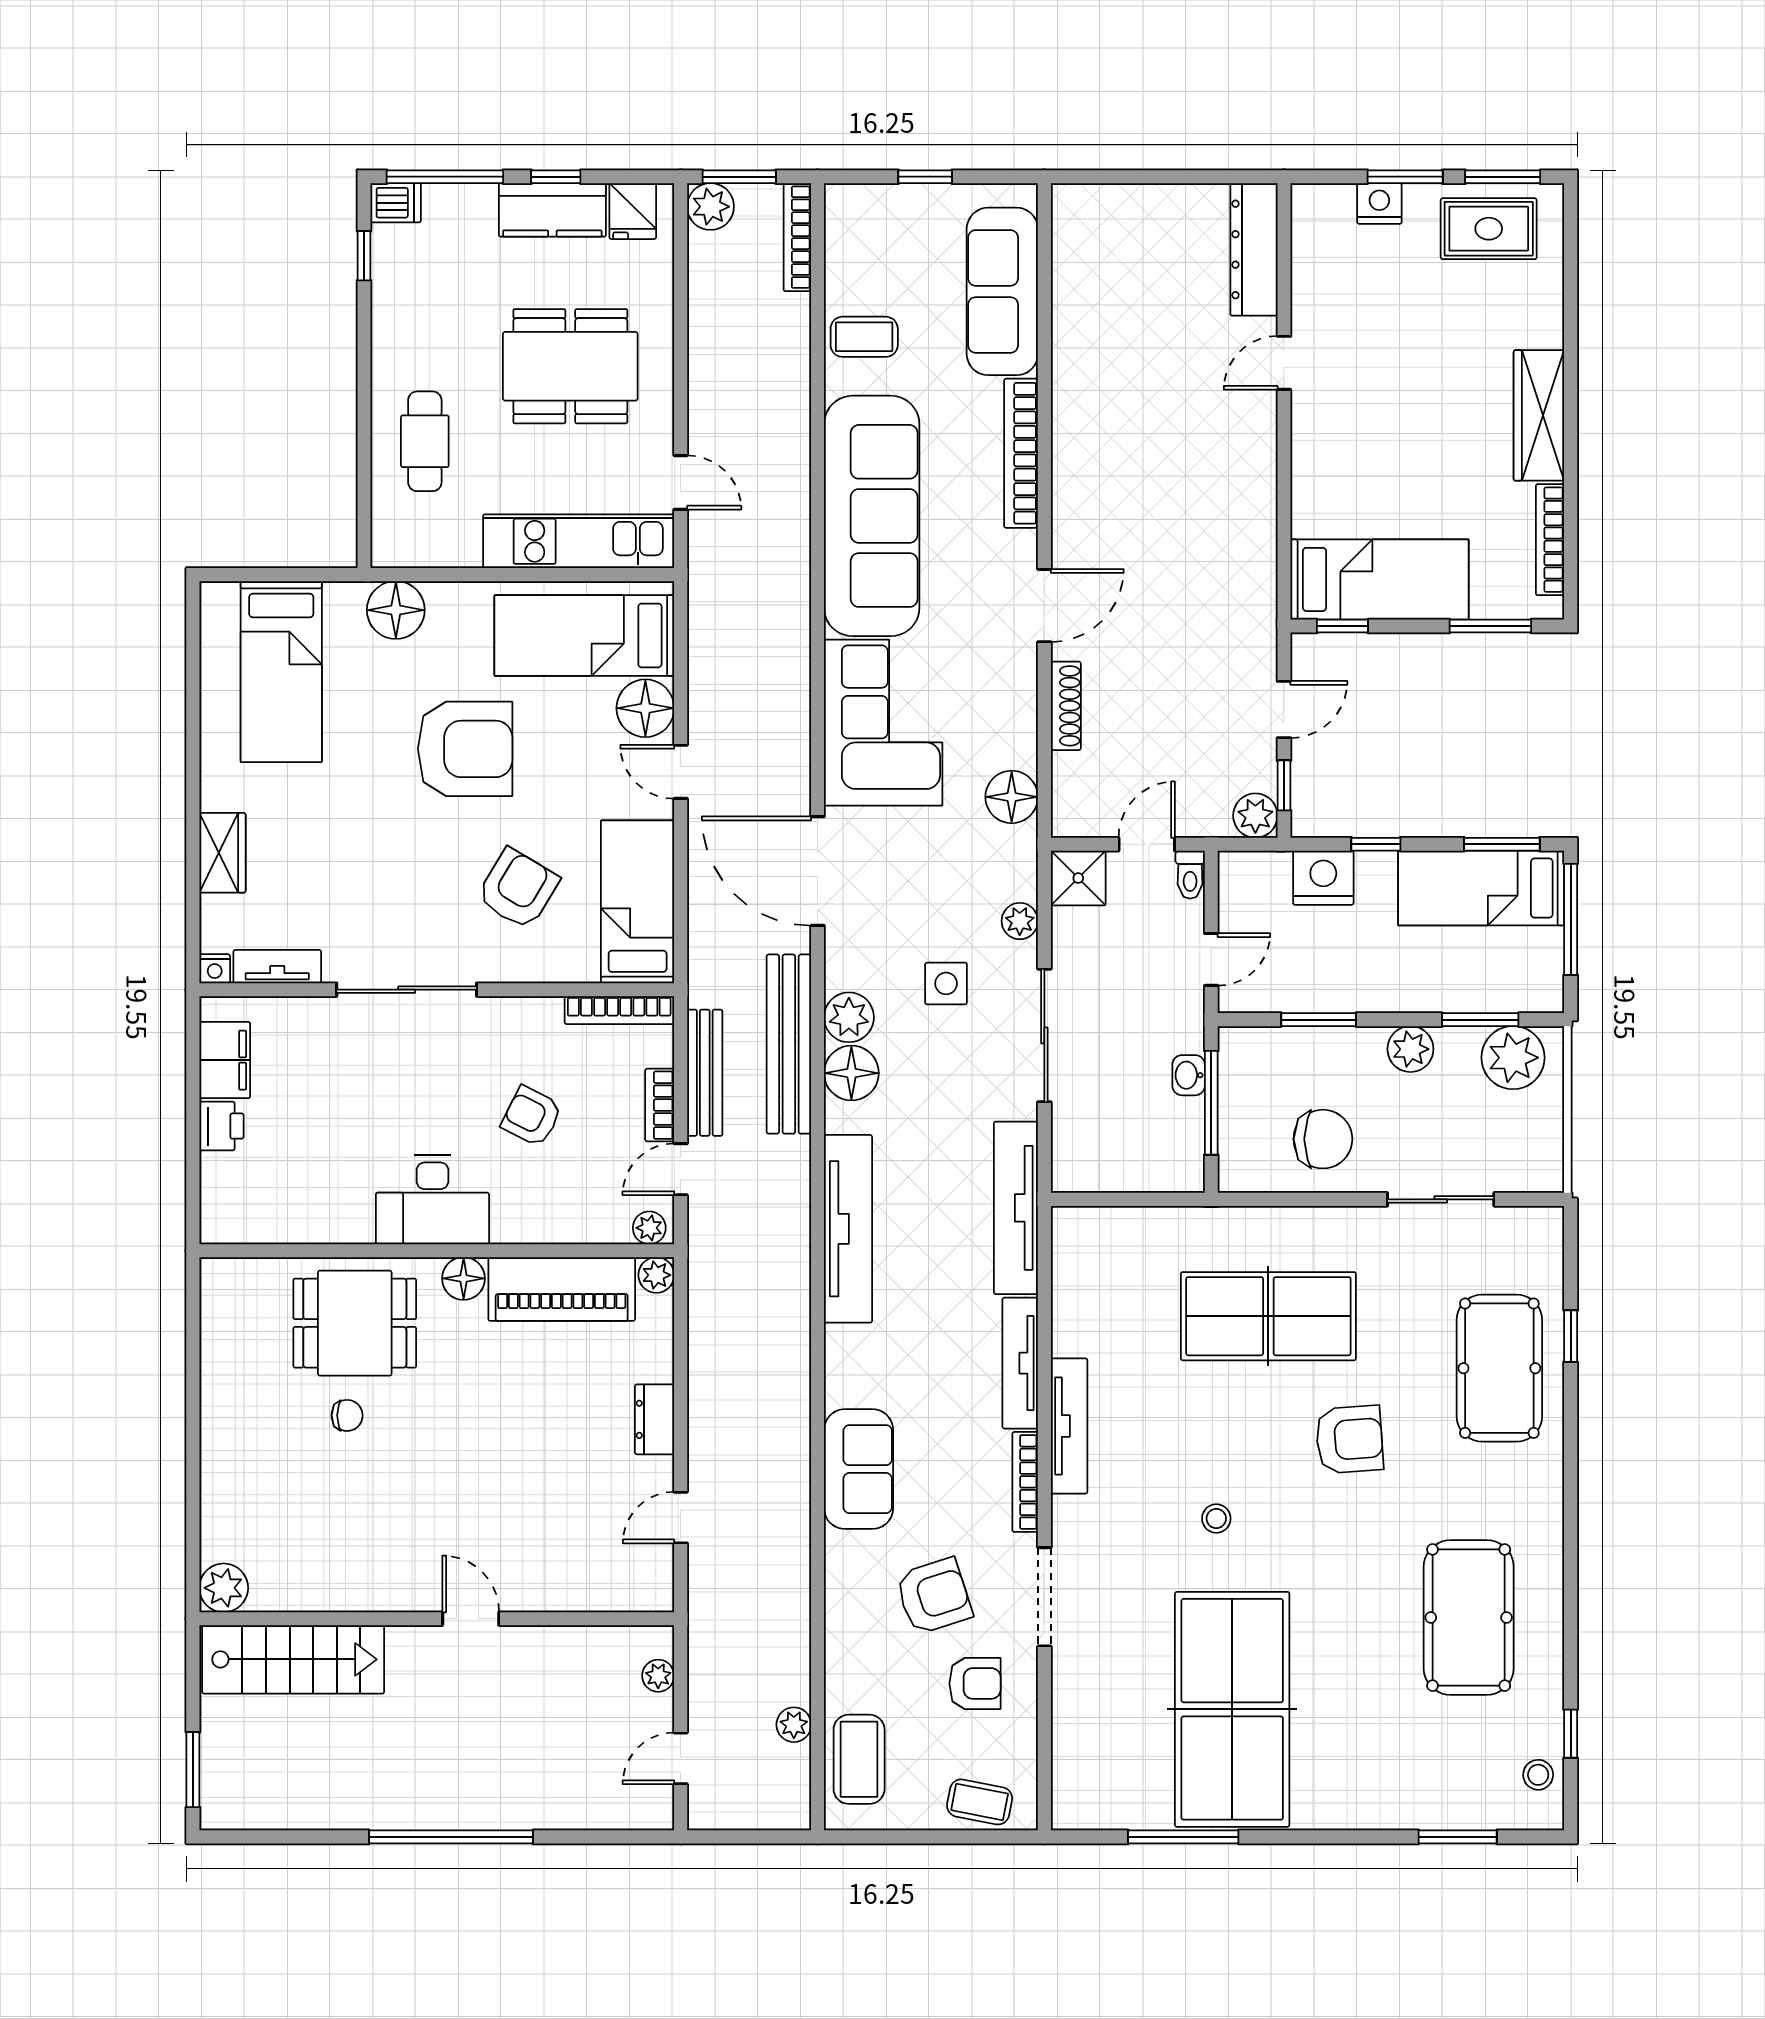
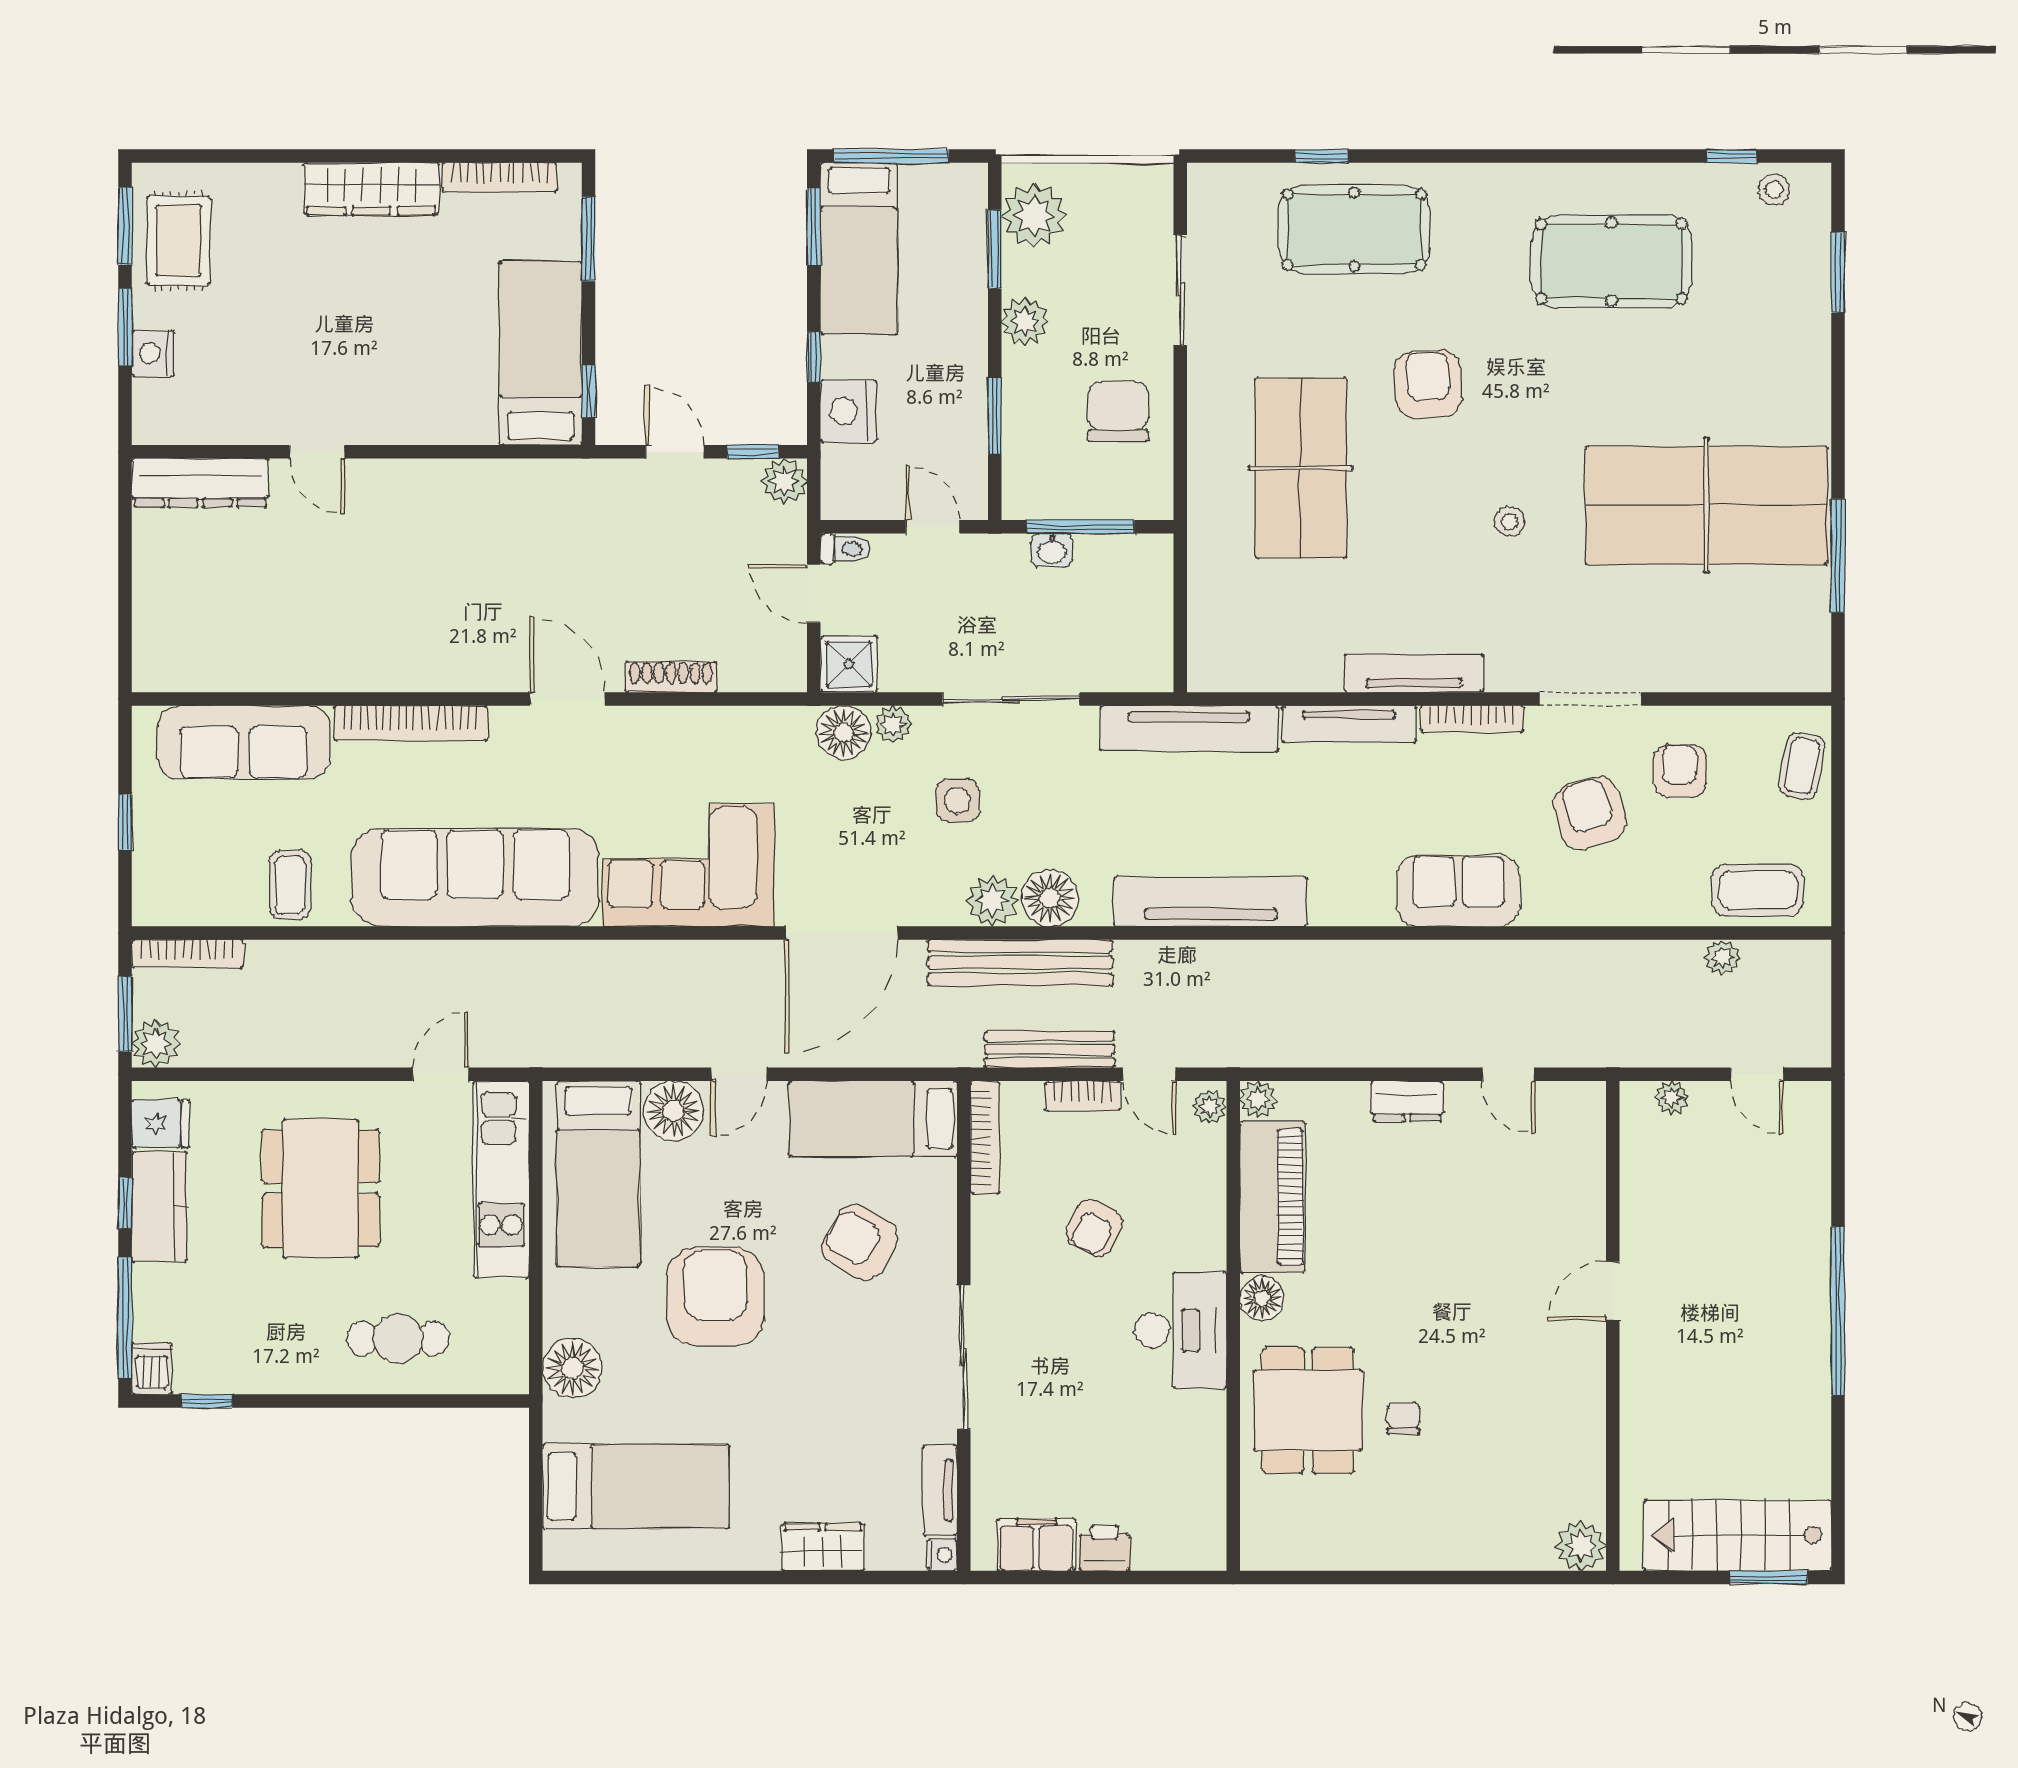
floor lamp: (1012, 797) -> (844, 733), moved
stairs: (293, 1659) -> (1737, 1536), moved, turned -90

